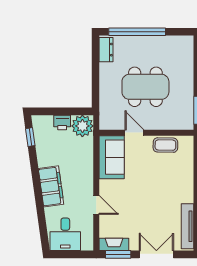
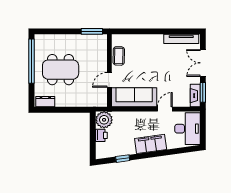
window: (137, 32) -> (32, 61), moved
dining table: (145, 87) -> (61, 70), moved, turned 90
window: (30, 137) -> (123, 159), moved
sofa: (112, 157) -> (134, 97), width x1.36
desk: (65, 234) -> (187, 129), width x1.37

